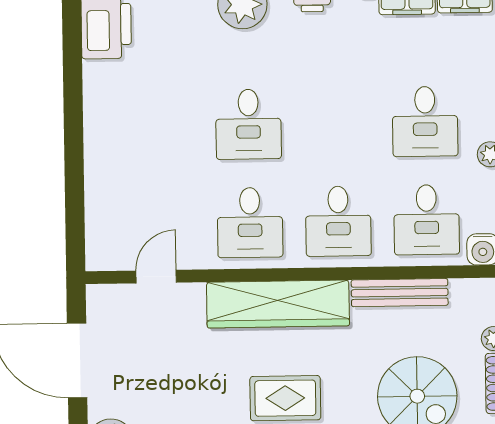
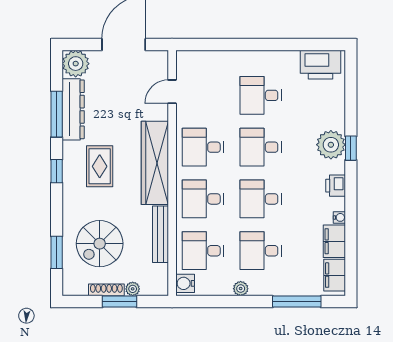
desk: (337, 123) -> (261, 199), added
desk: (160, 126) -> (261, 95), added
door: (156, 277) -> (172, 92), swing flipped

